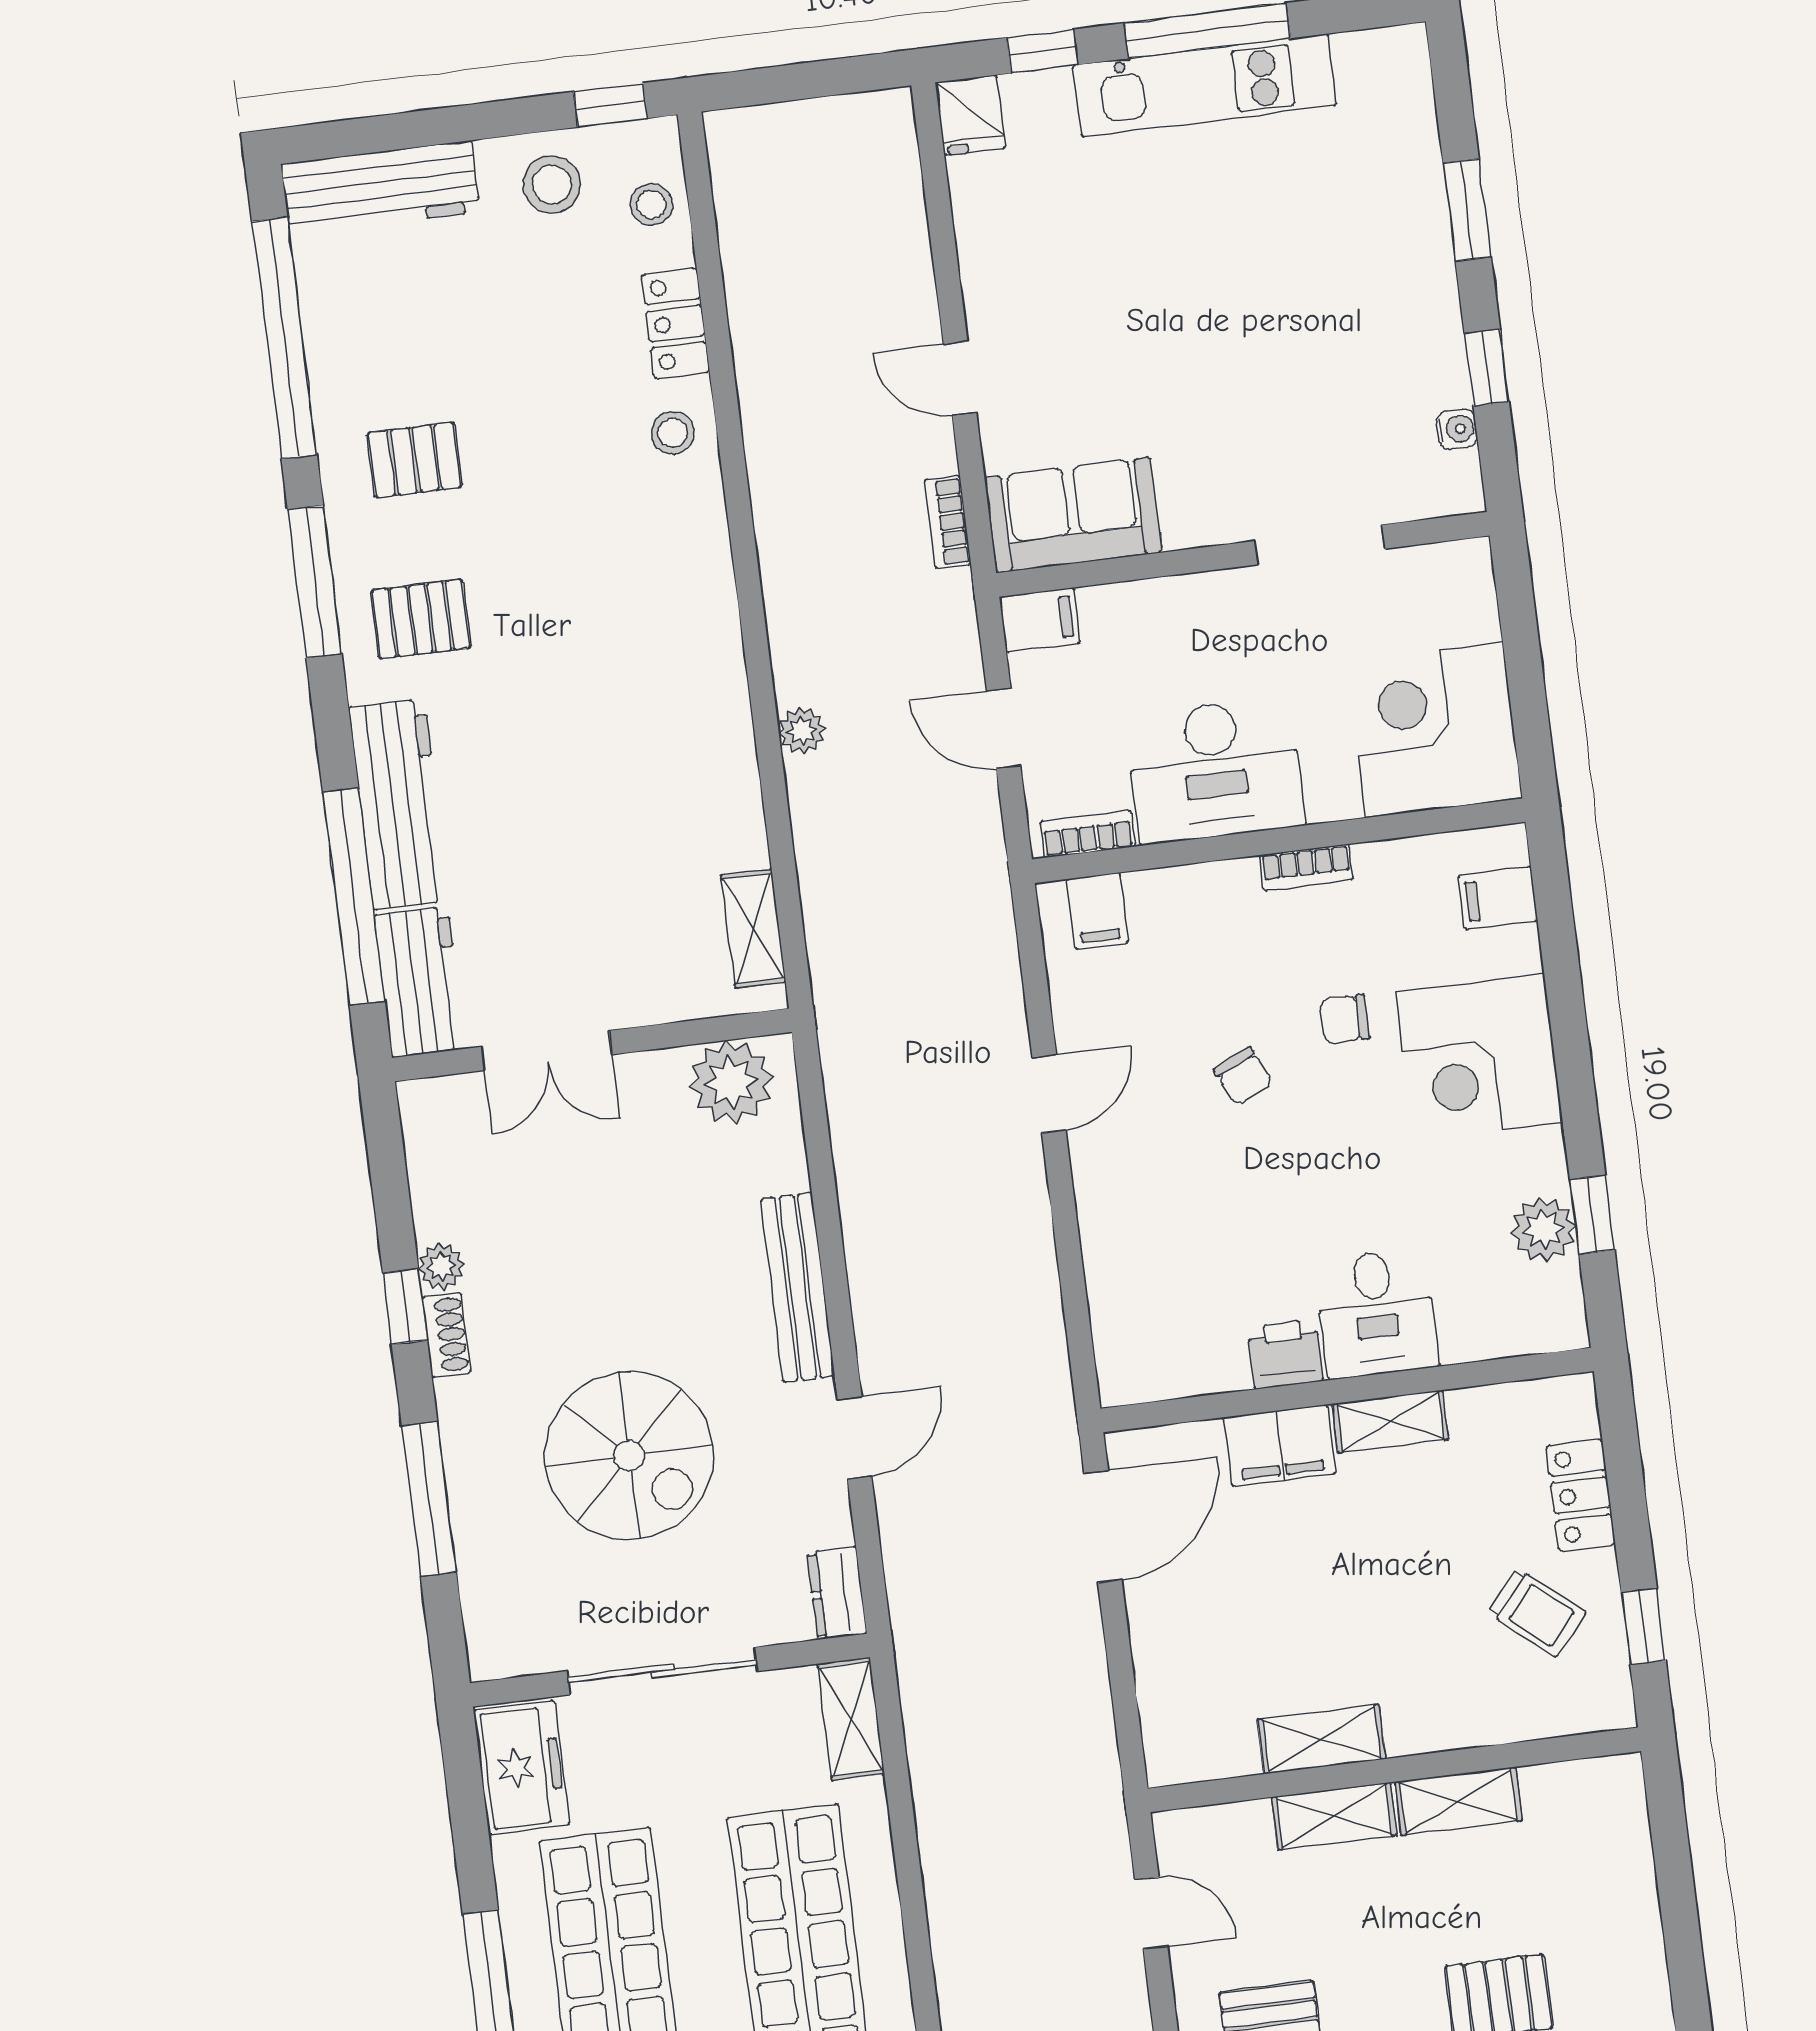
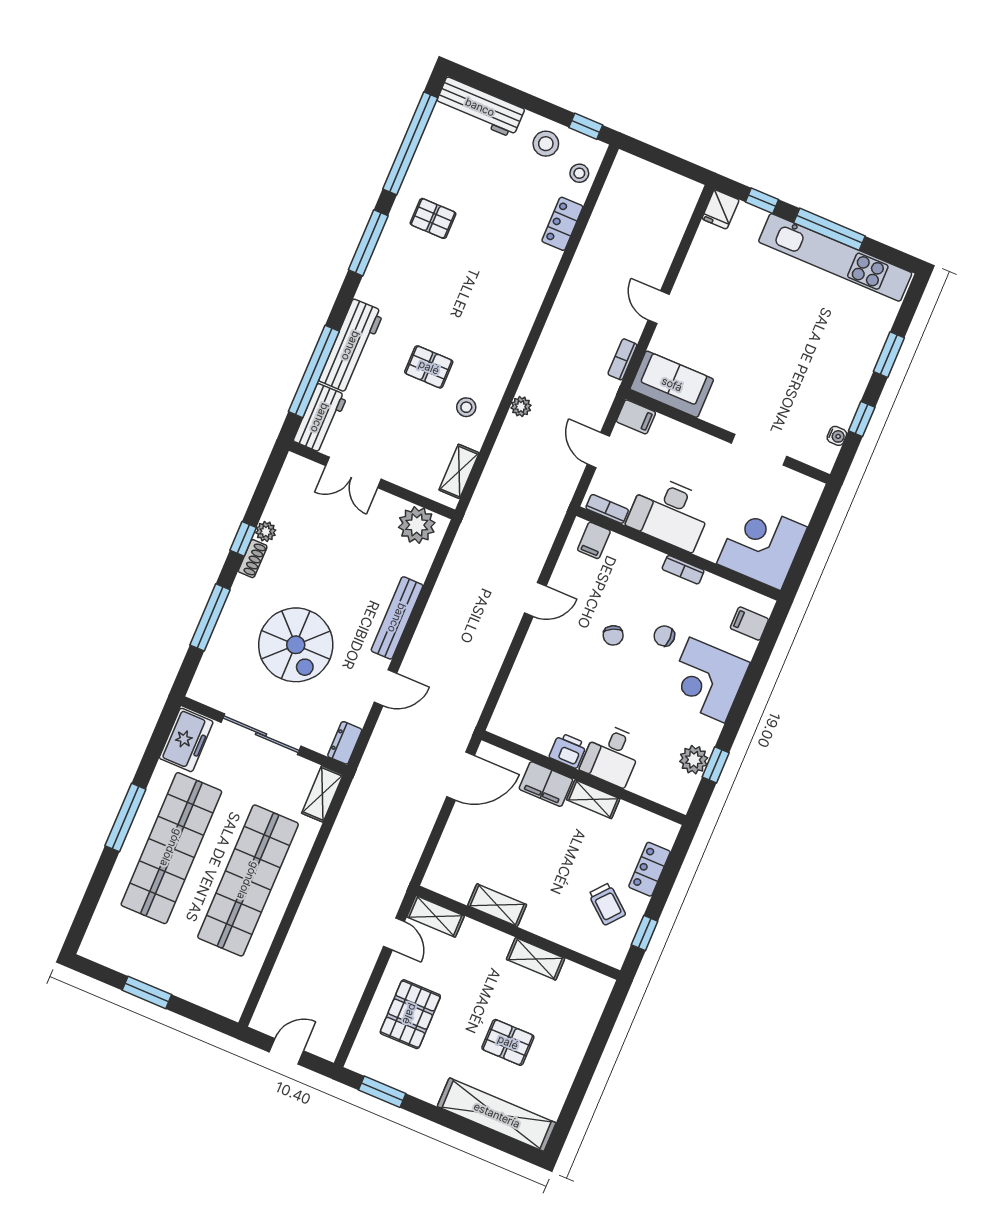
kitchen unit: (1205, 85) -> (835, 257), width x1.36
stool: (673, 433) -> (466, 407), moved
pallet: (421, 619) -> (429, 367), moved
shelving: (1334, 1816) -> (436, 916), moved

